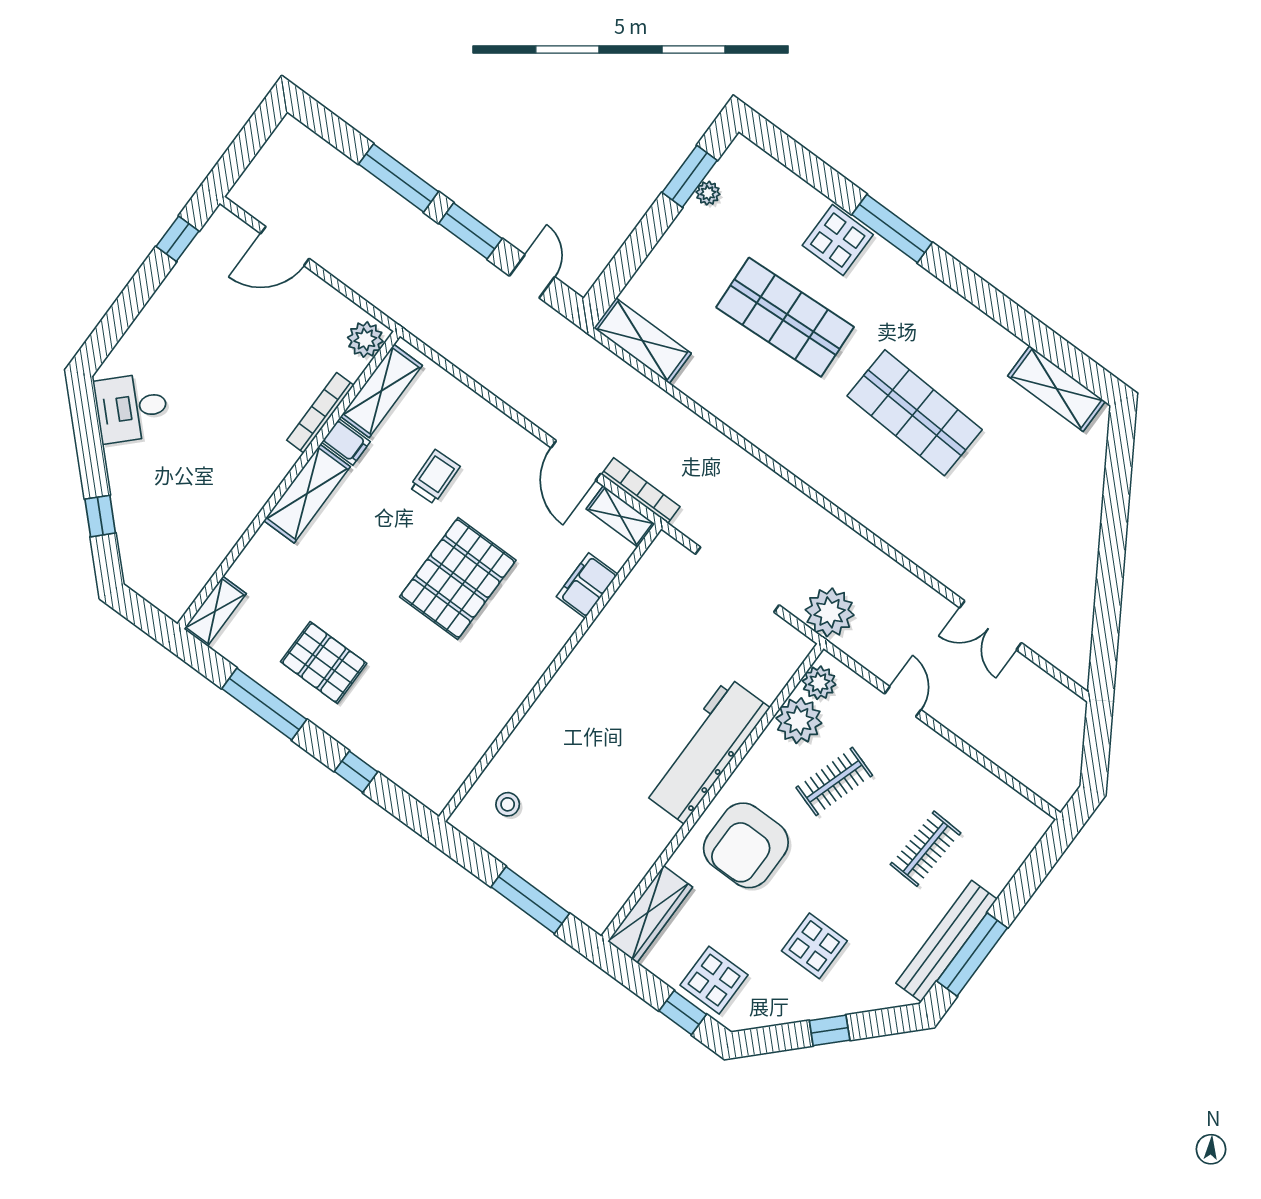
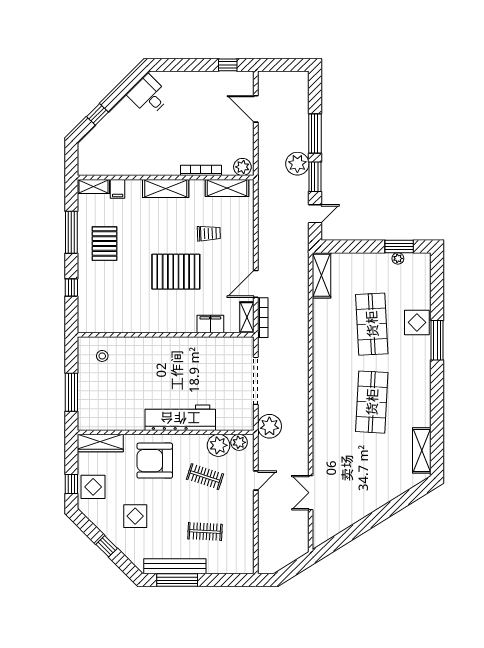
plant: (427, 244) -> (297, 164), added
filing cabinet: (346, 442) -> (118, 189), moved

